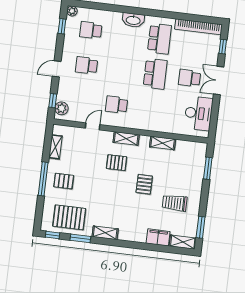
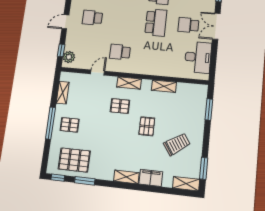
trolley: (175, 203) -> (177, 144), turned 146
shelving: (105, 233) -> (126, 177), moved
filing cabinet: (158, 237) -> (151, 178), moved

